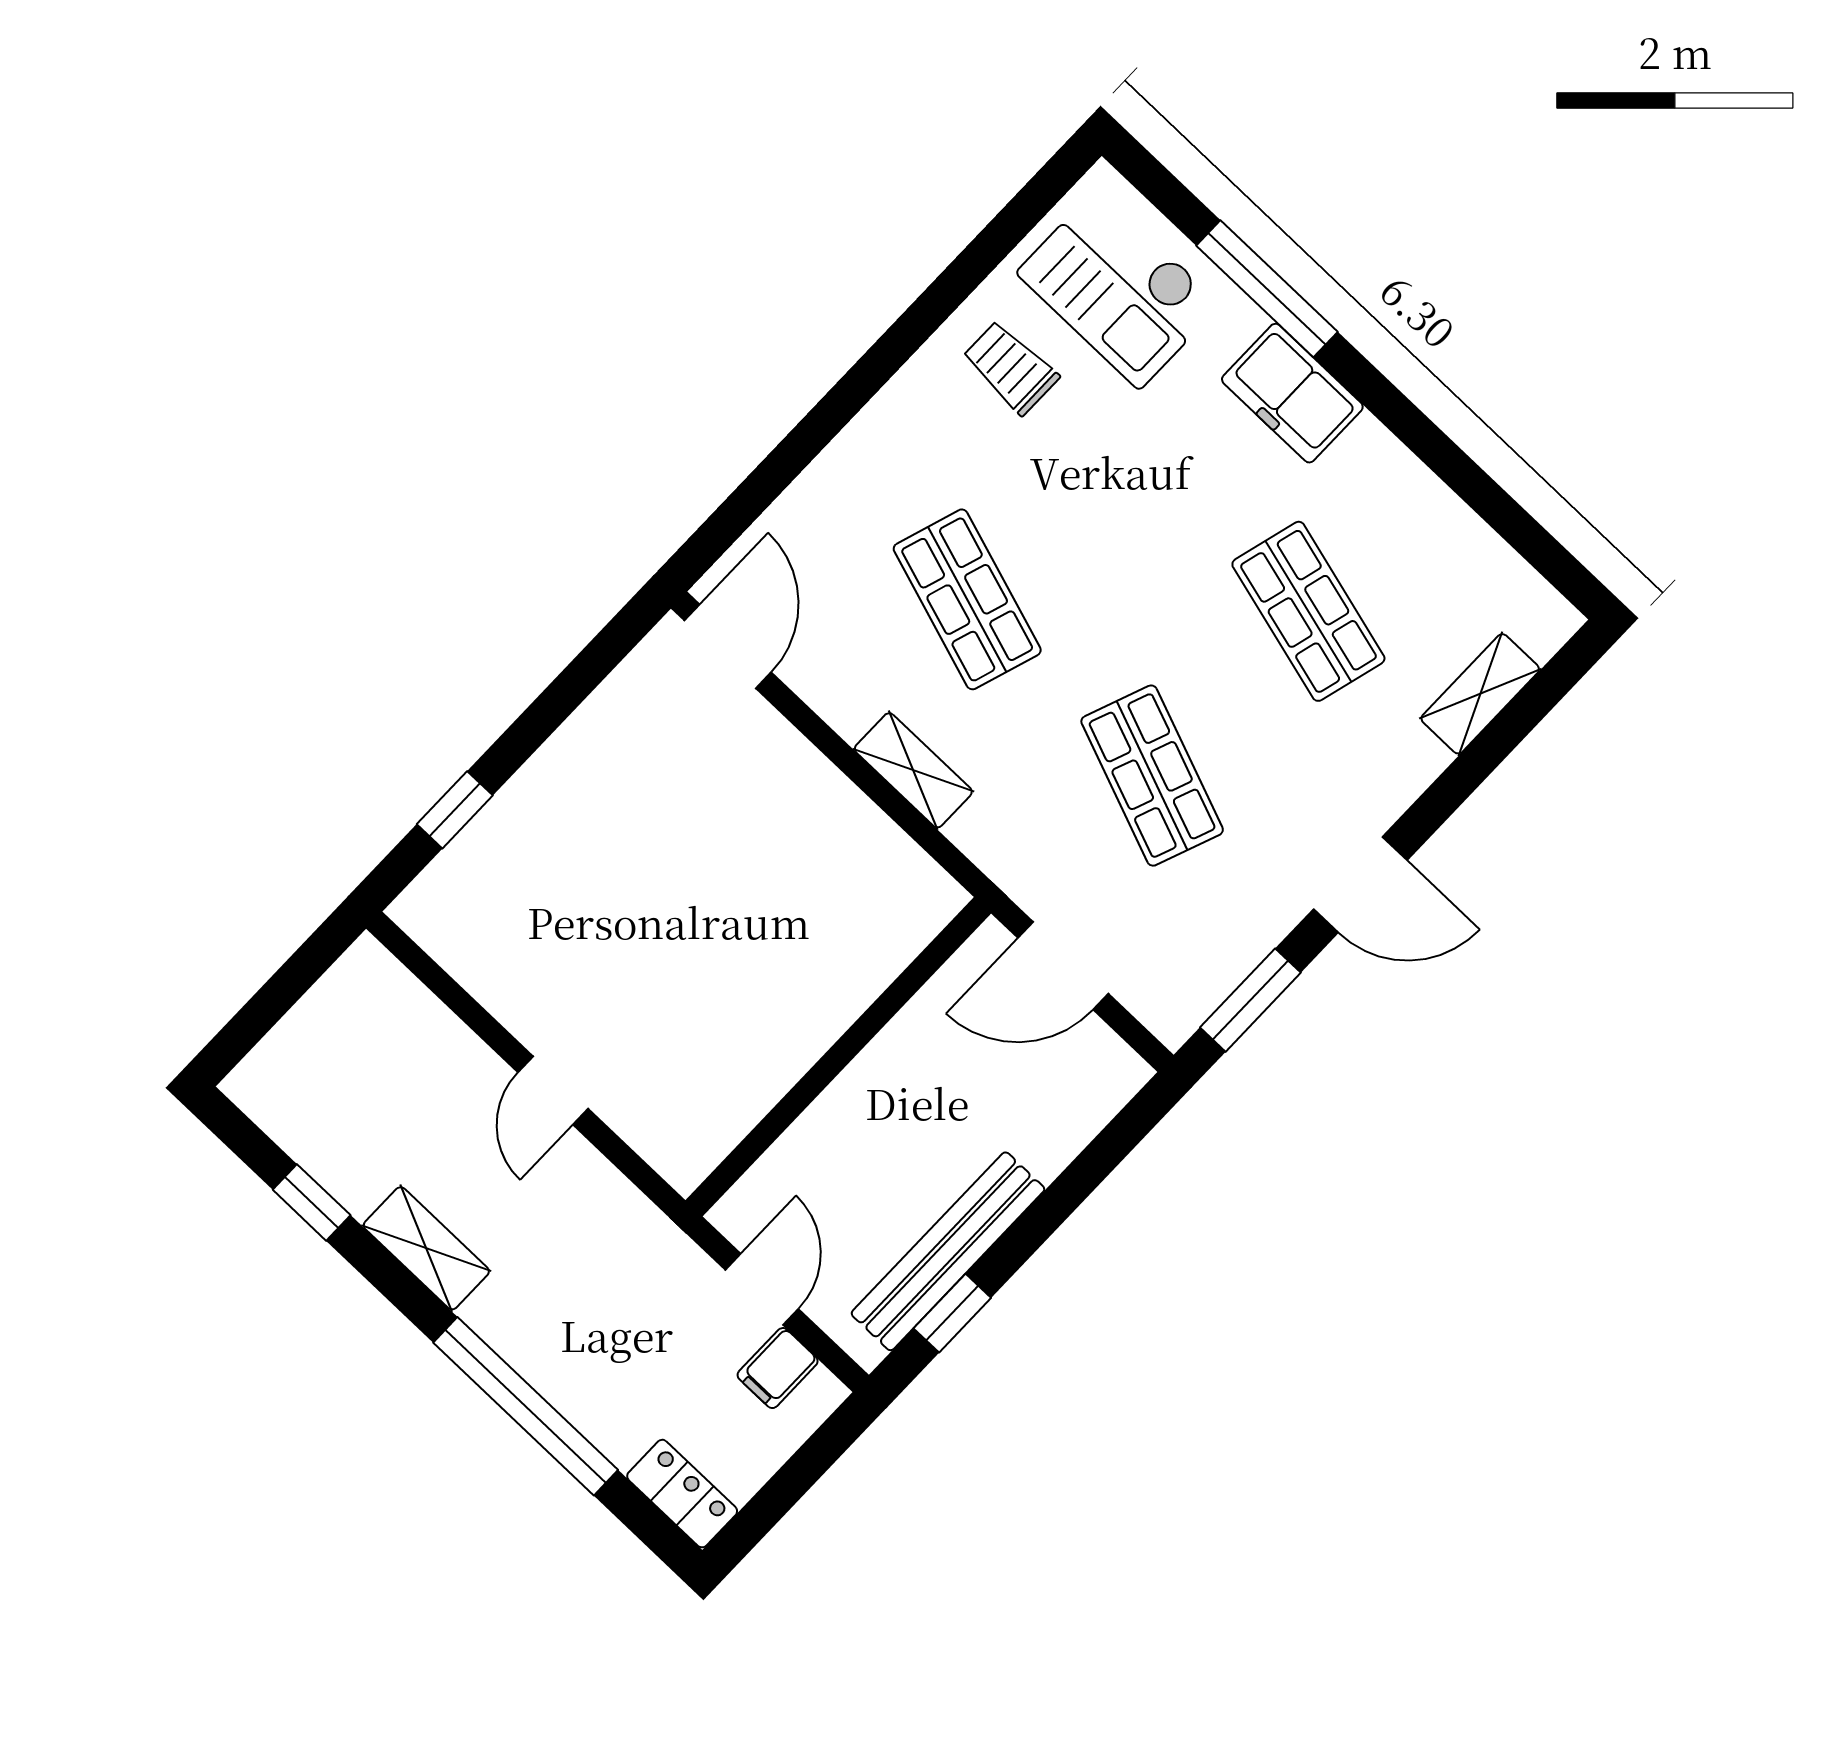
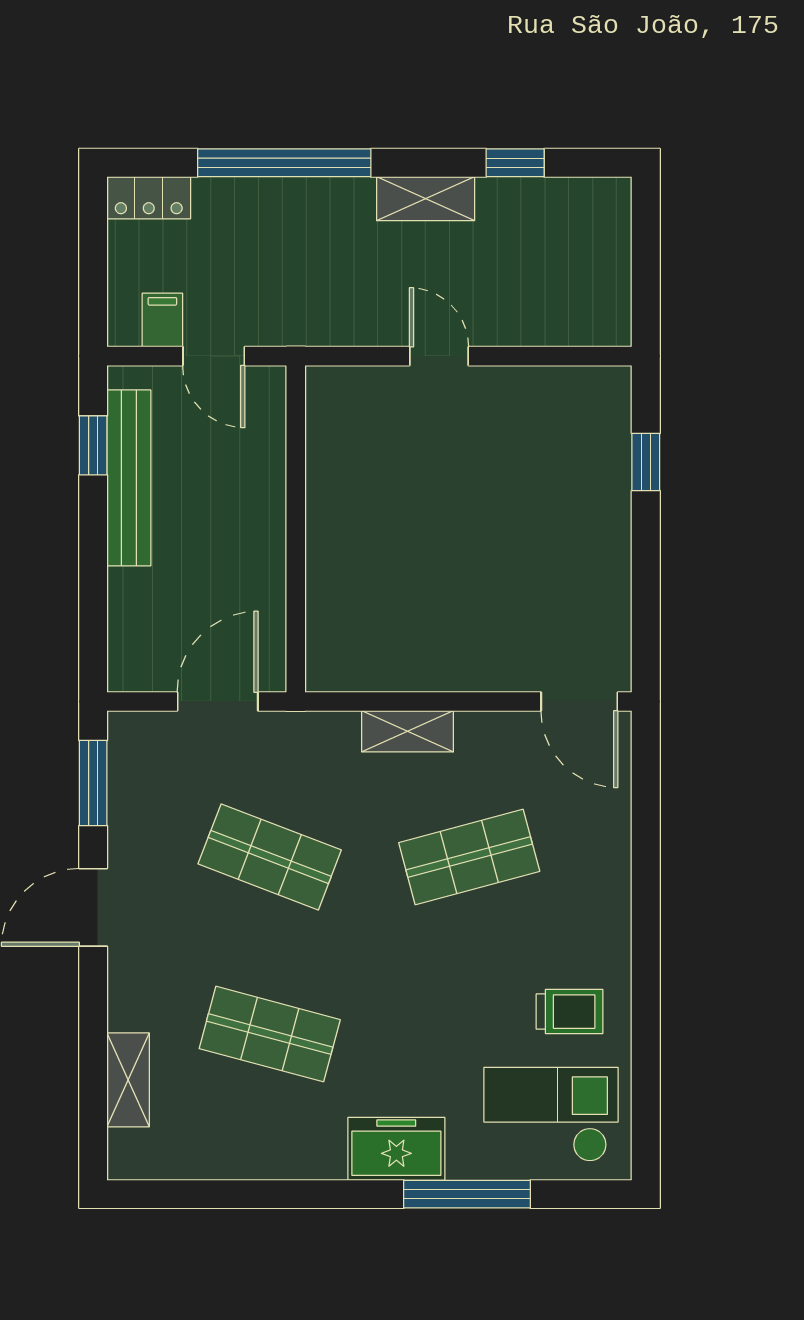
shop shelf: (967, 599) -> (469, 857), turned -33

